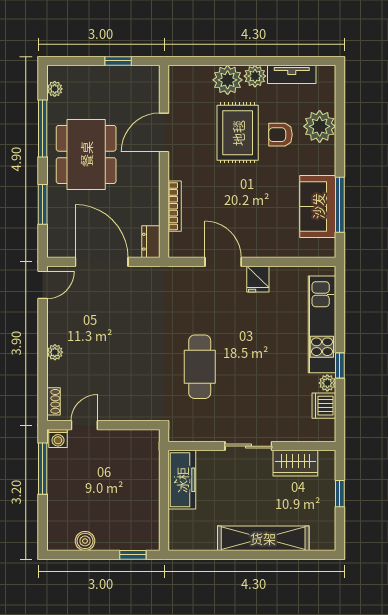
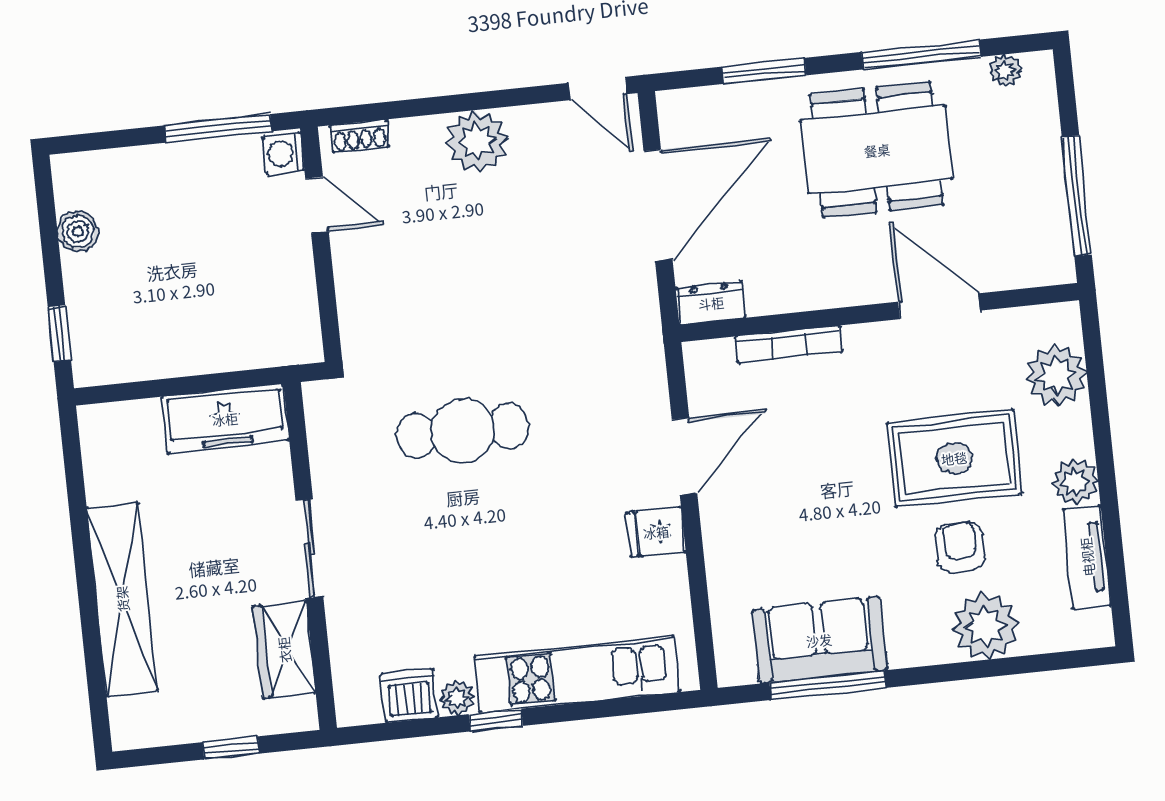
window: (118, 61) -> (1077, 196), width x2.17
plant: (228, 80) -> (1056, 375), moved
plant: (55, 352) -> (477, 141), width x1.88, depth x1.88

